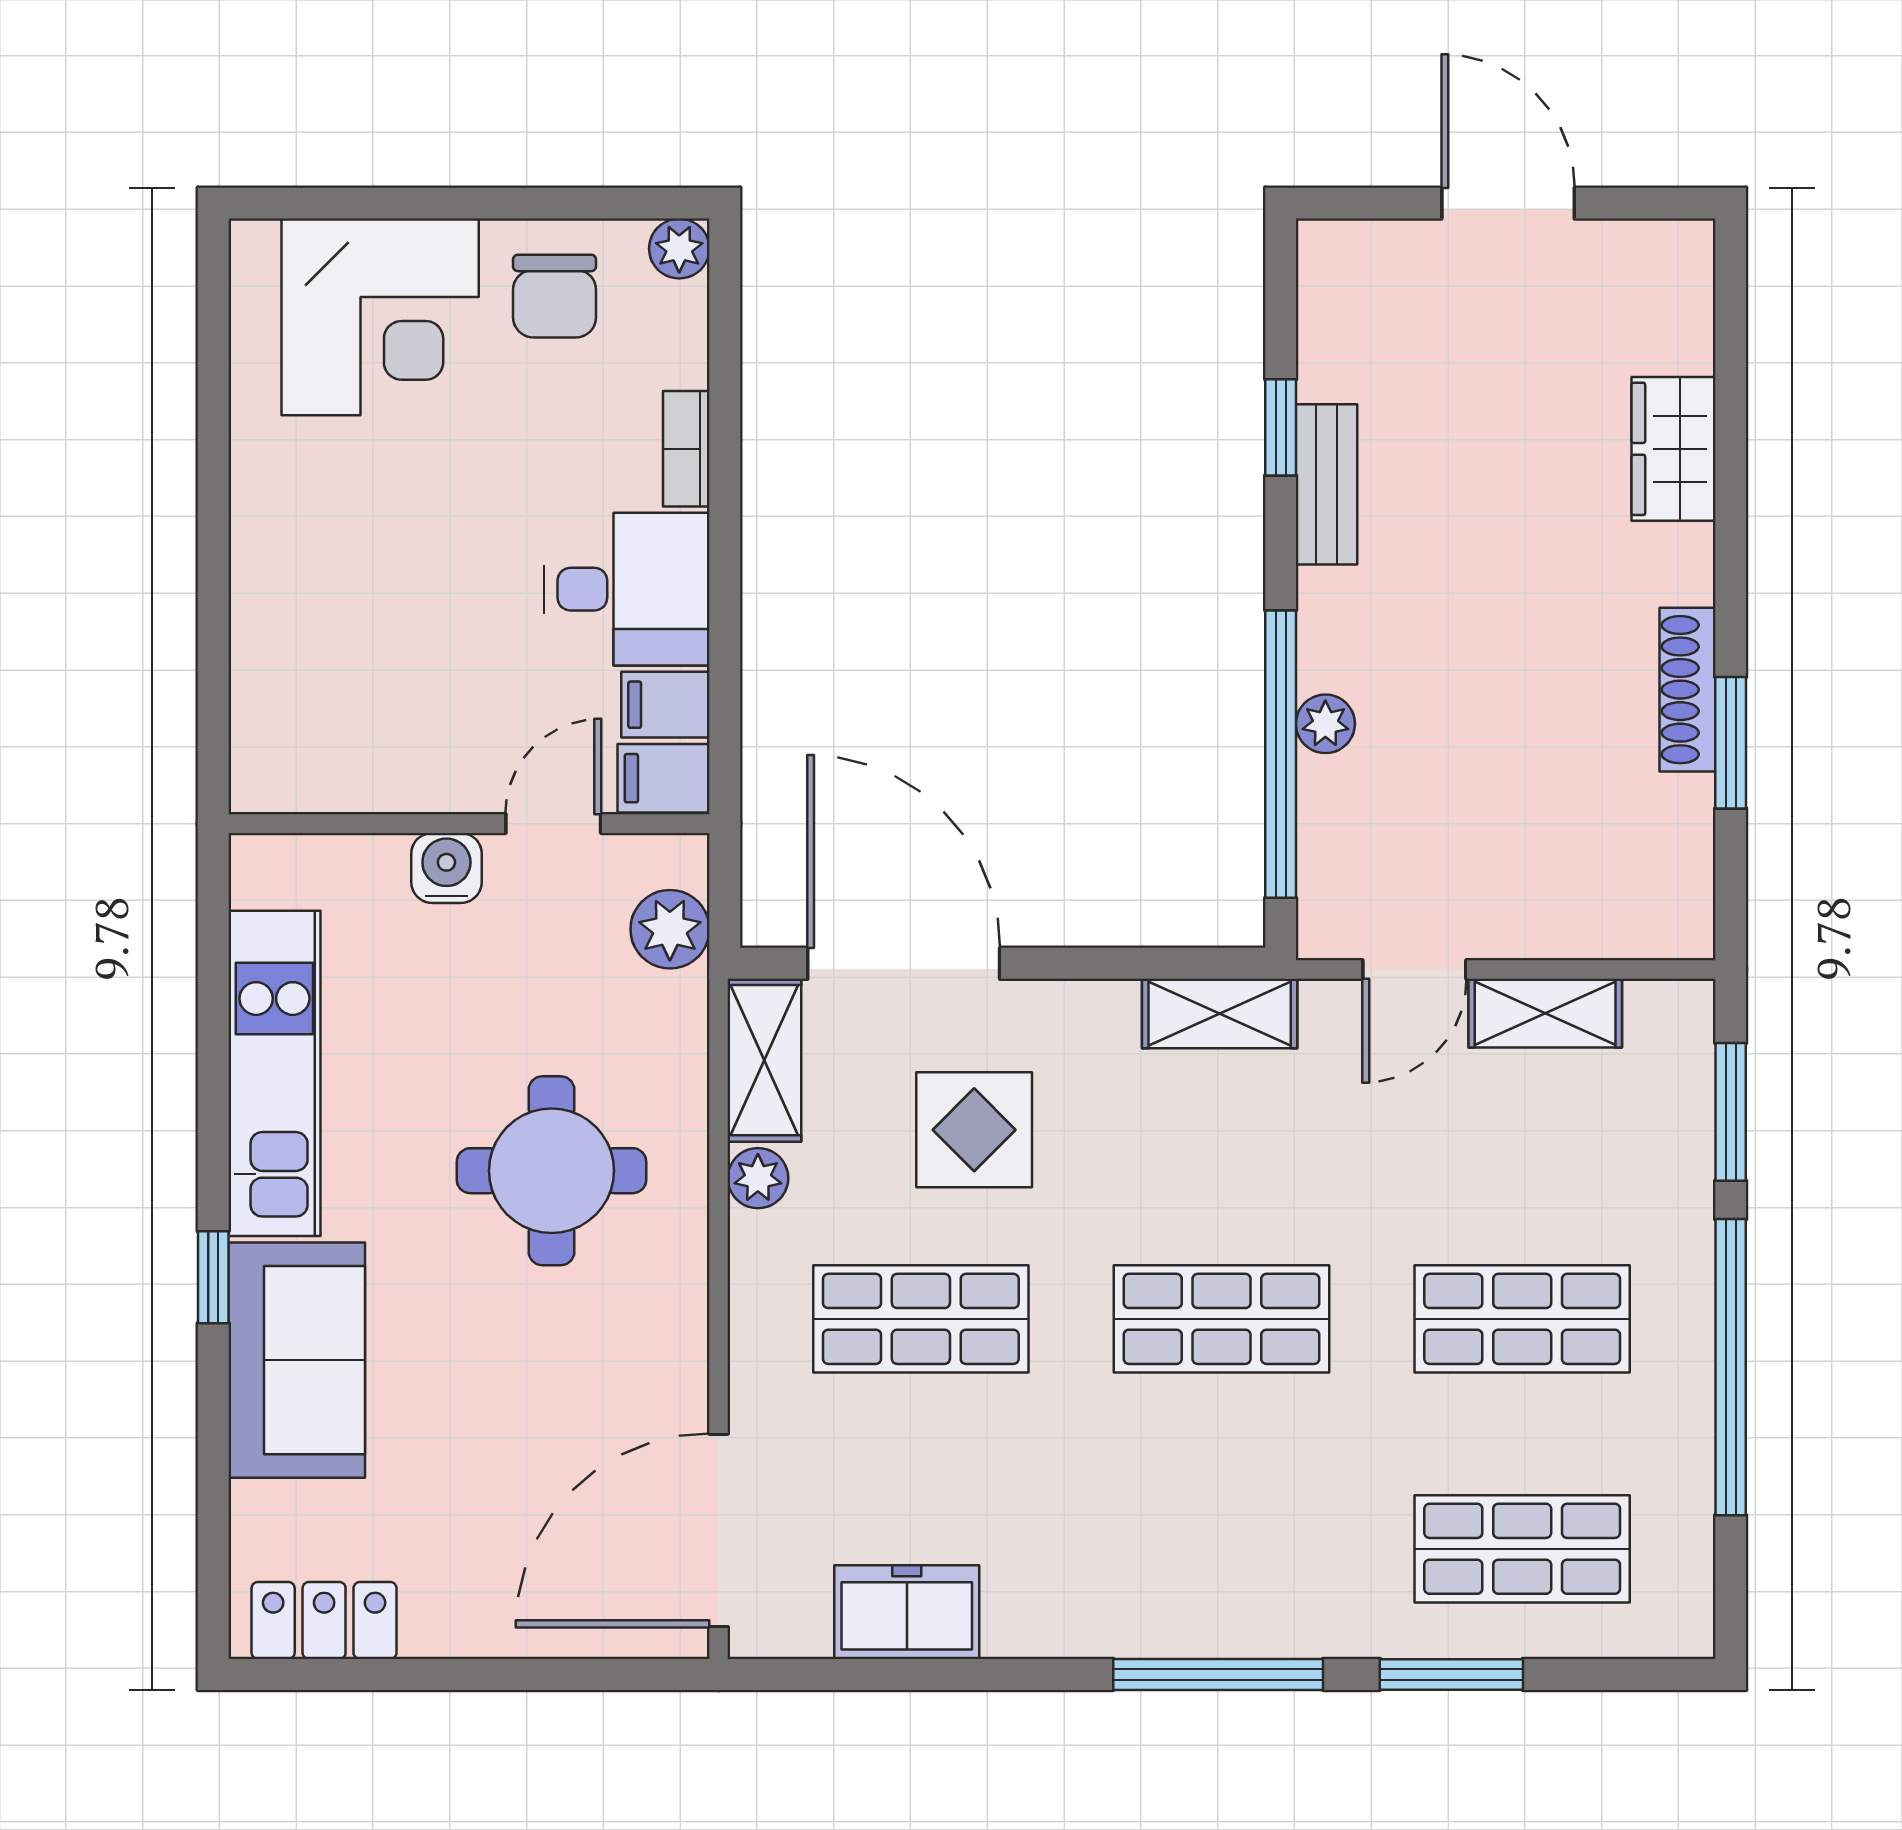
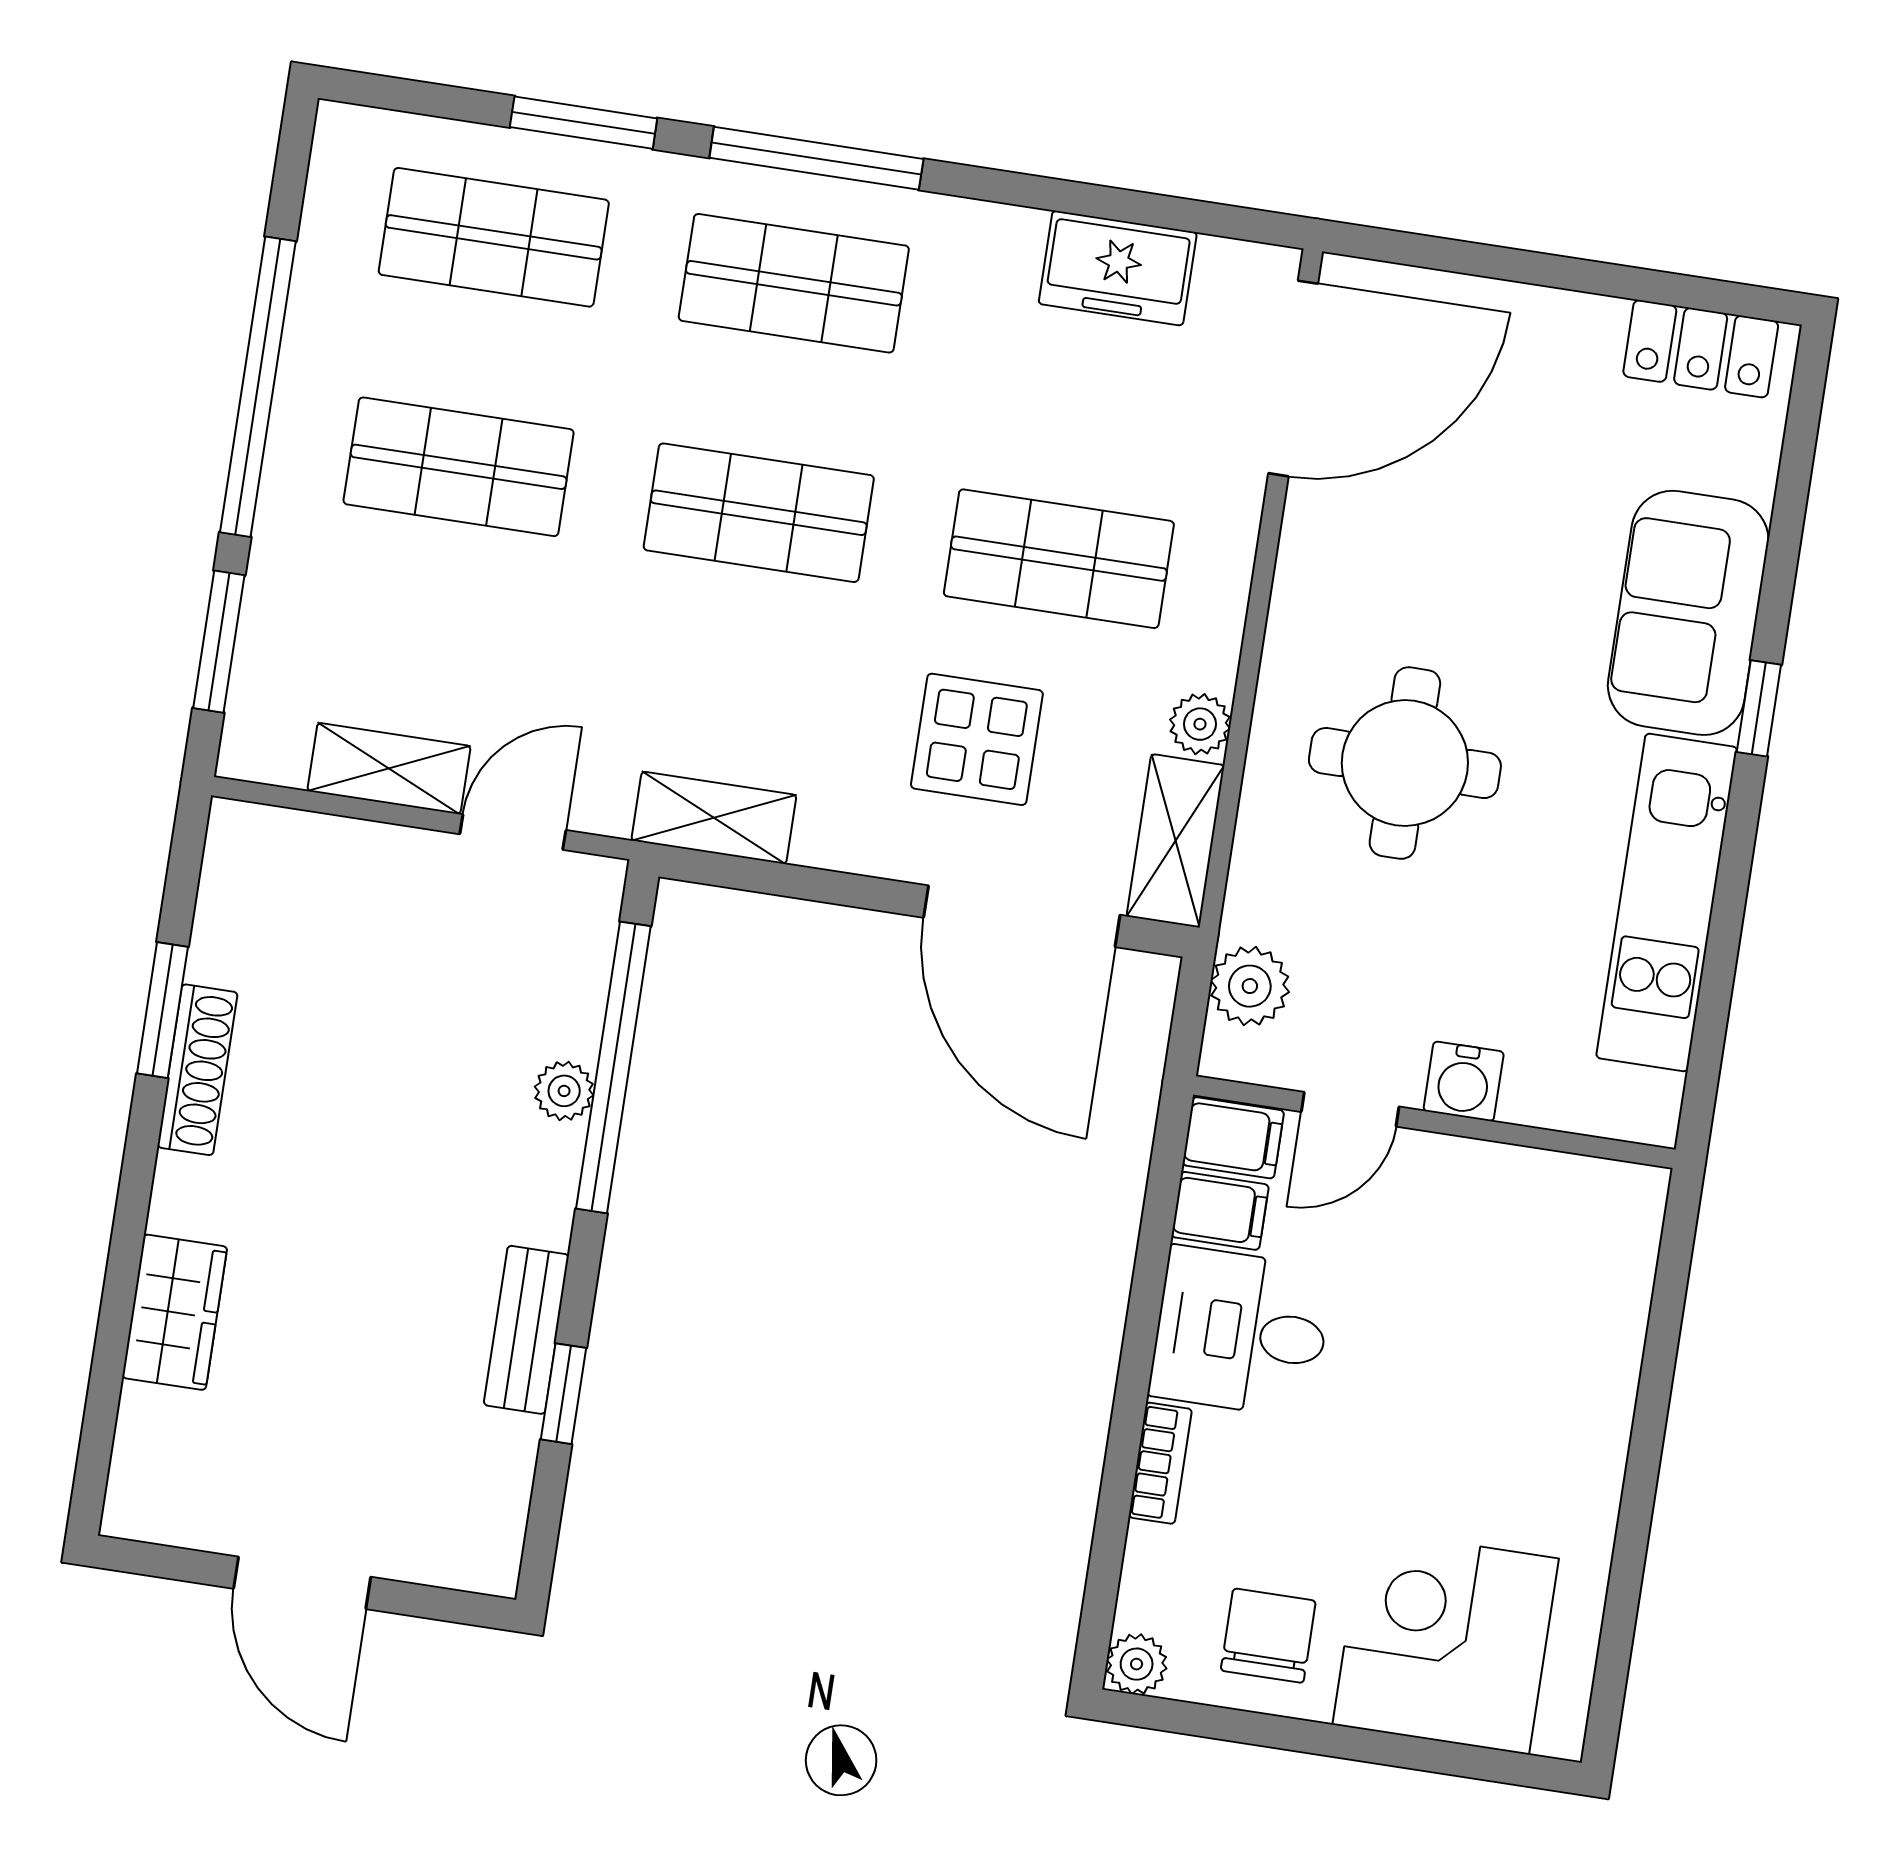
shop shelf: (1222, 1549) -> (794, 283), added

